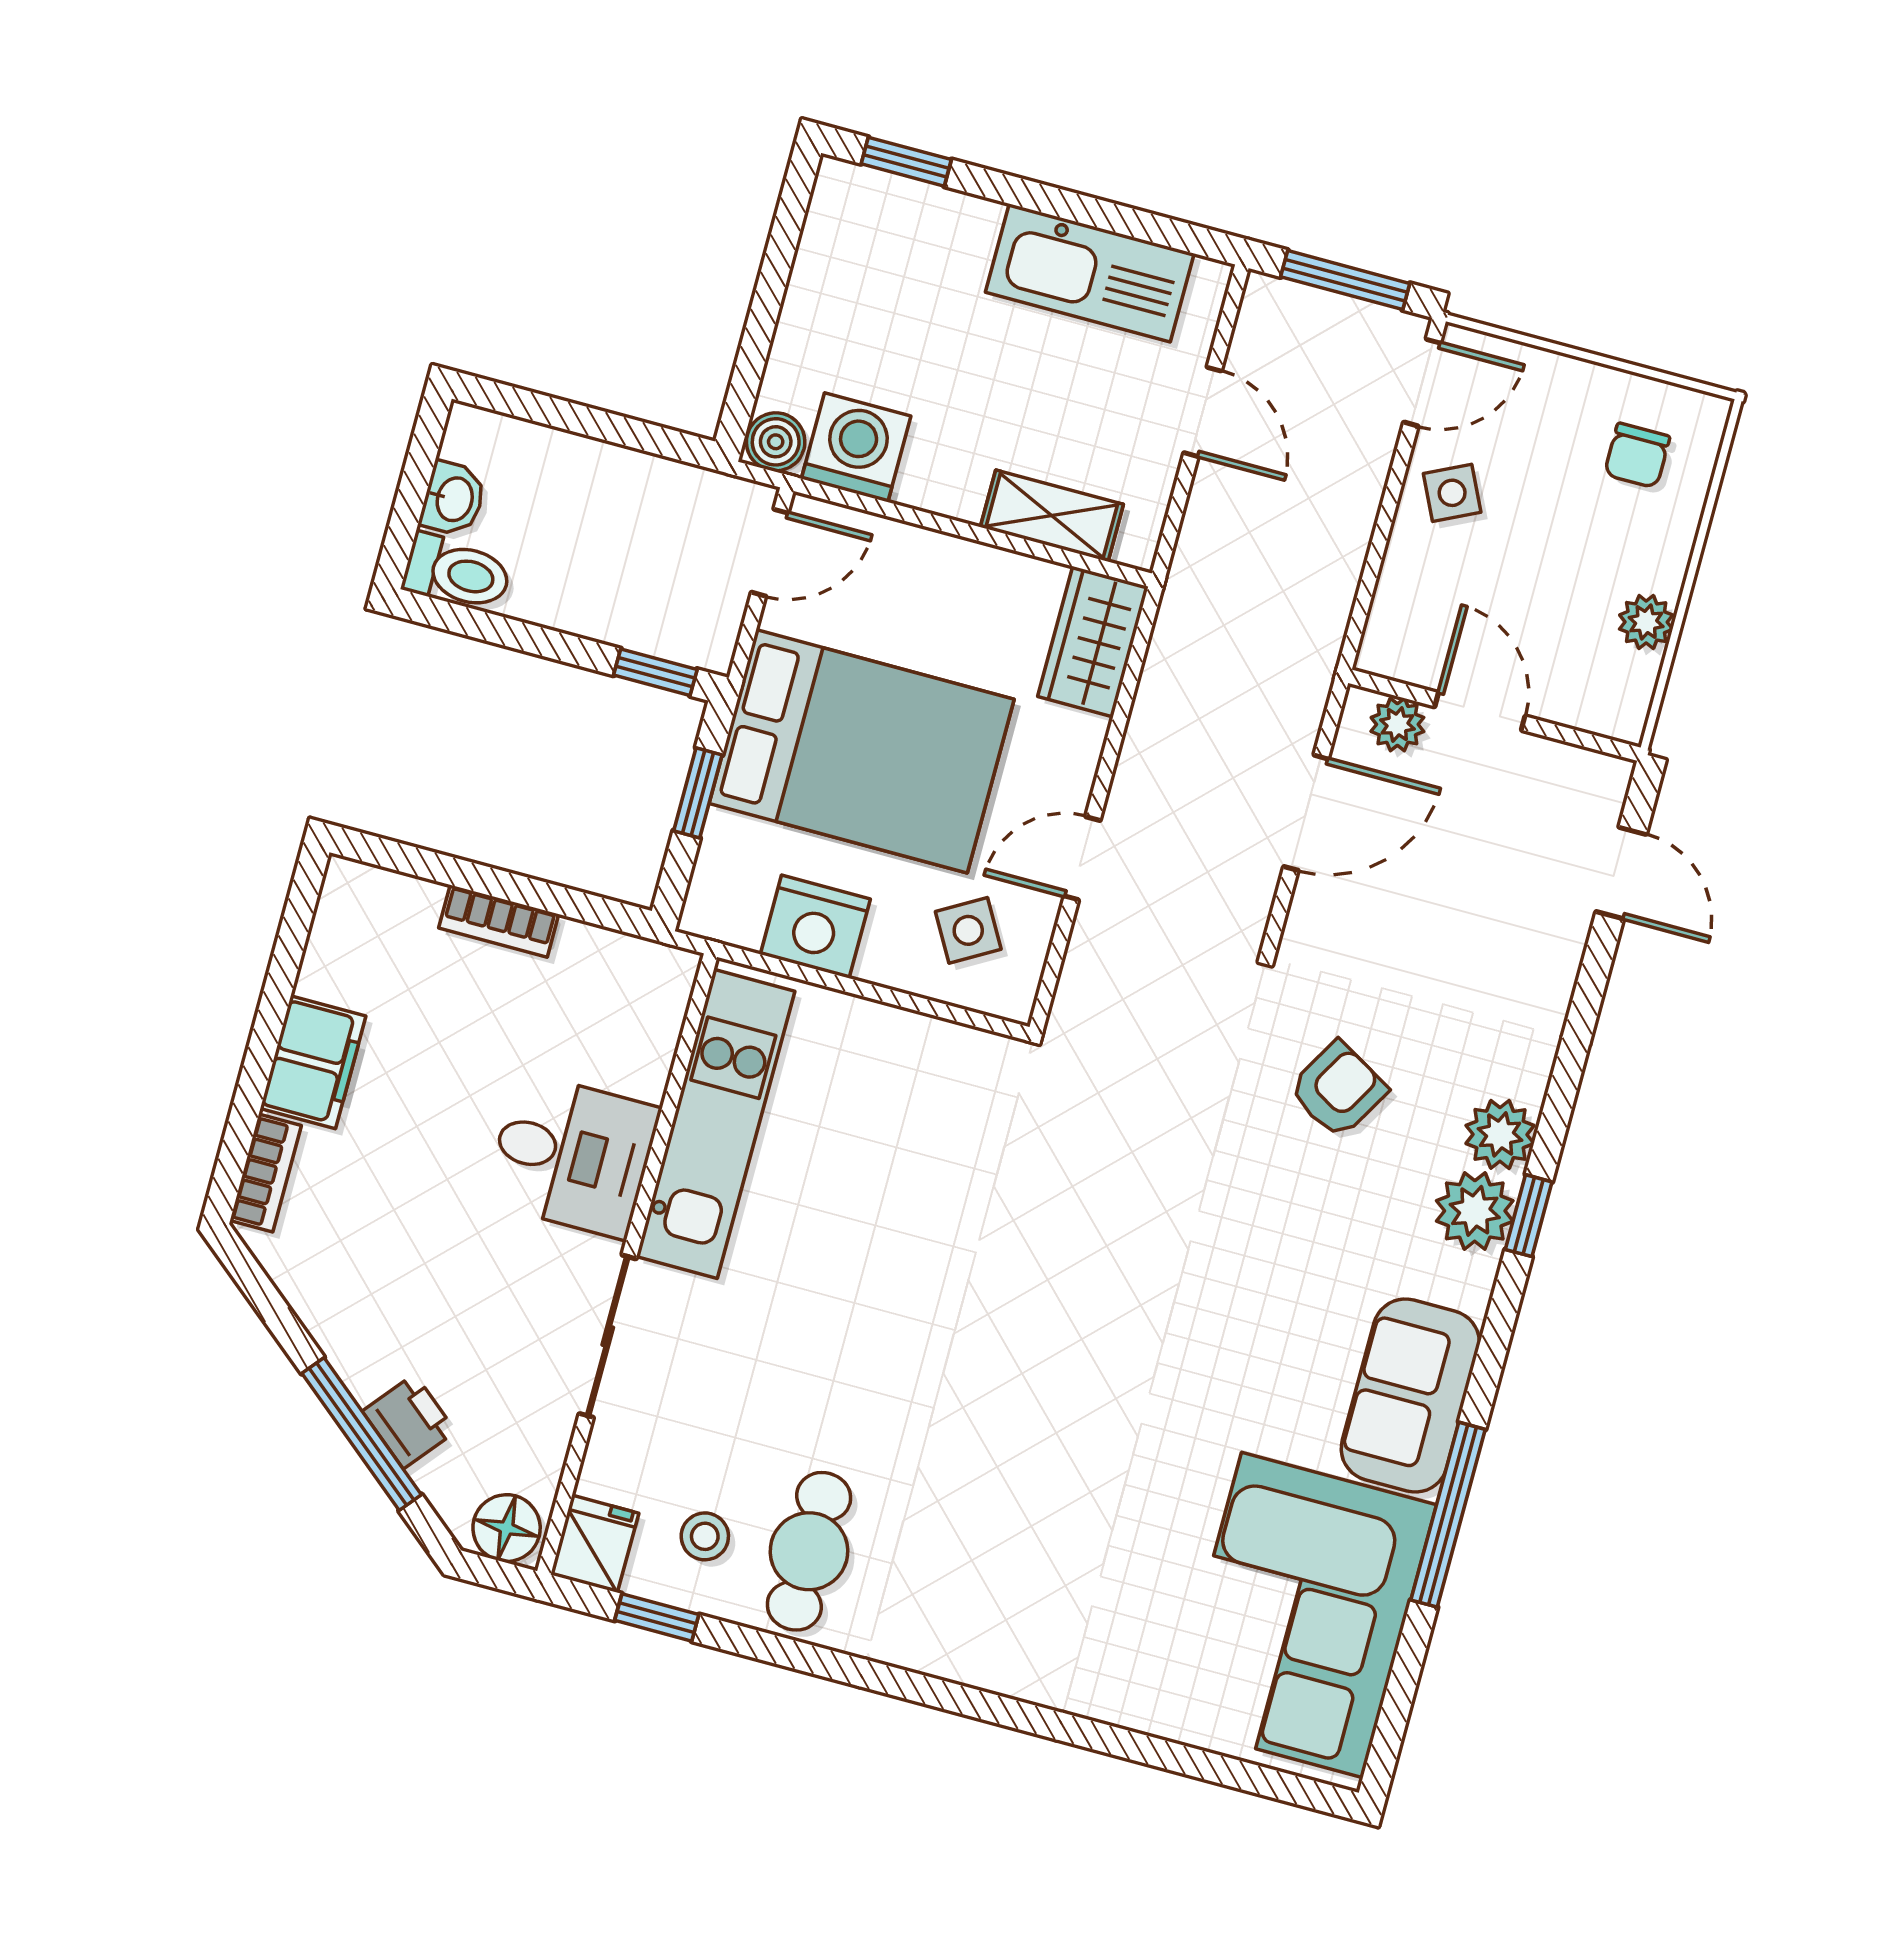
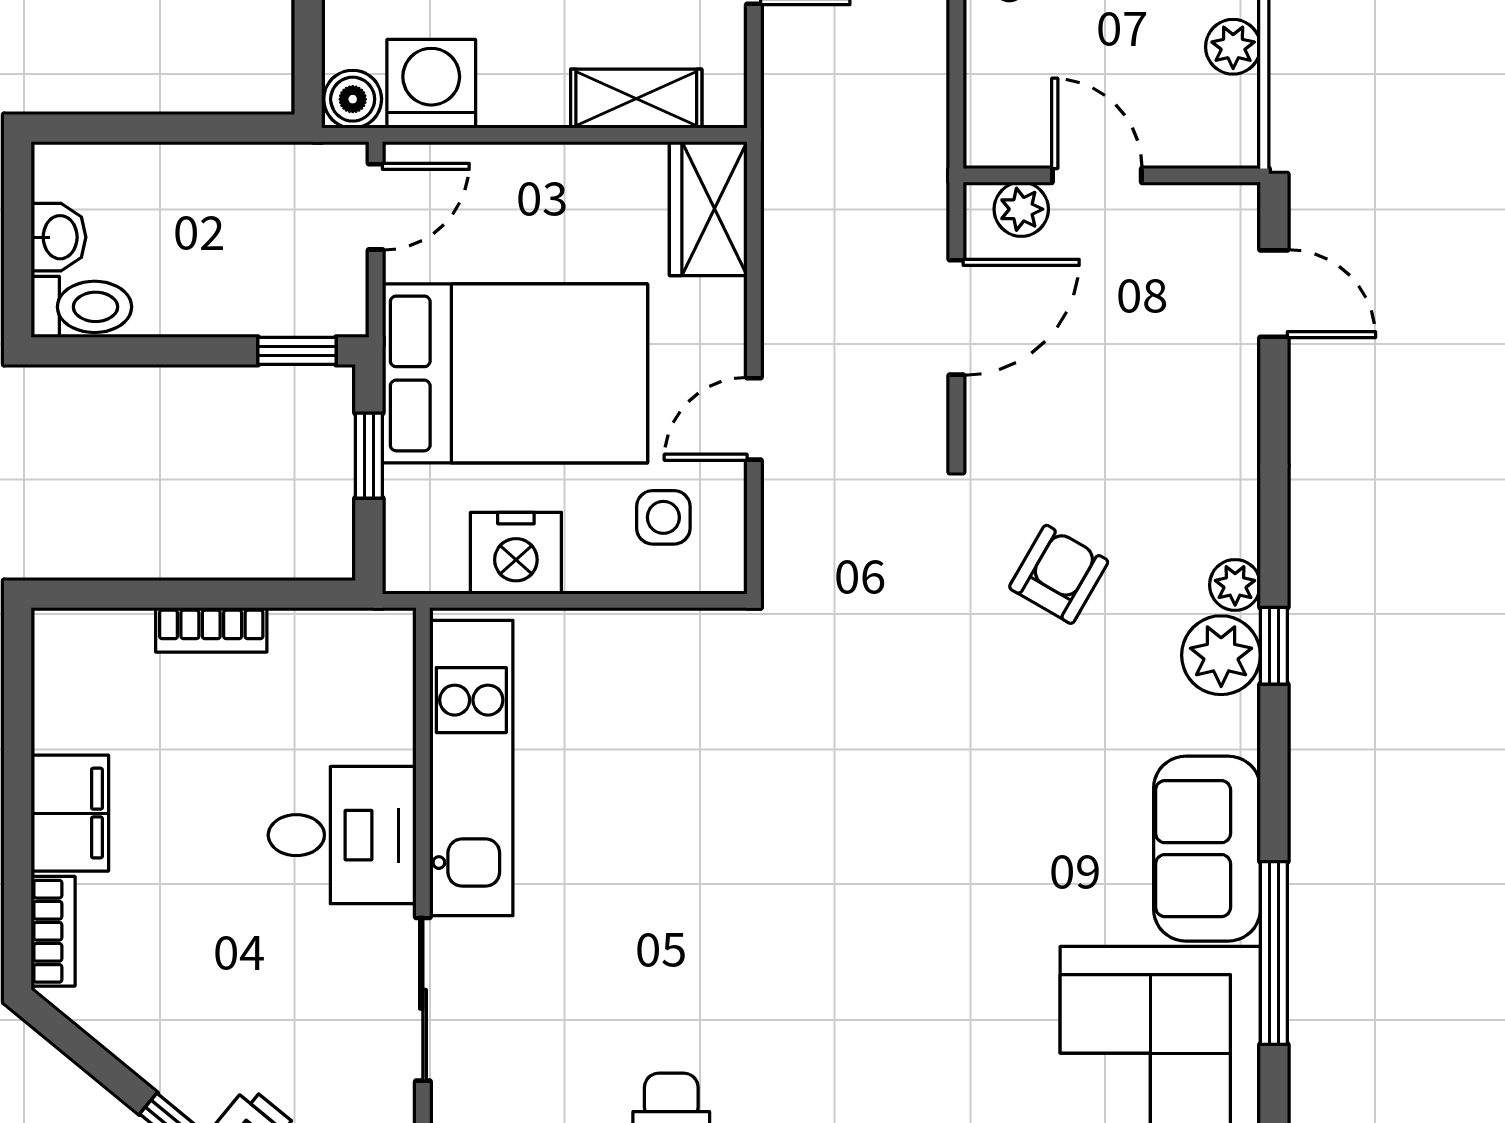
side table: (968, 930) -> (663, 517), turned 30
plant: (1500, 1134) -> (1235, 585), width x0.73, depth x0.73

